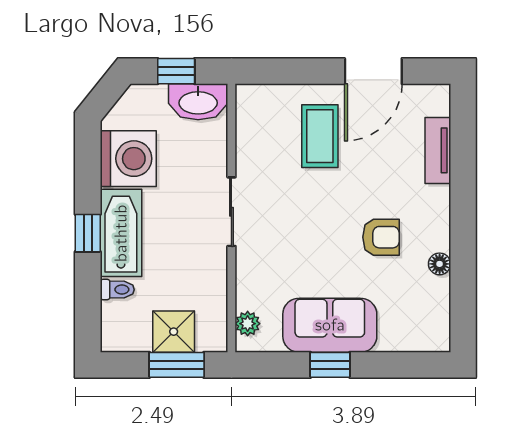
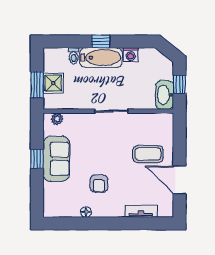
washing machine: (128, 159) -> (131, 55), width x0.53, depth x0.53

